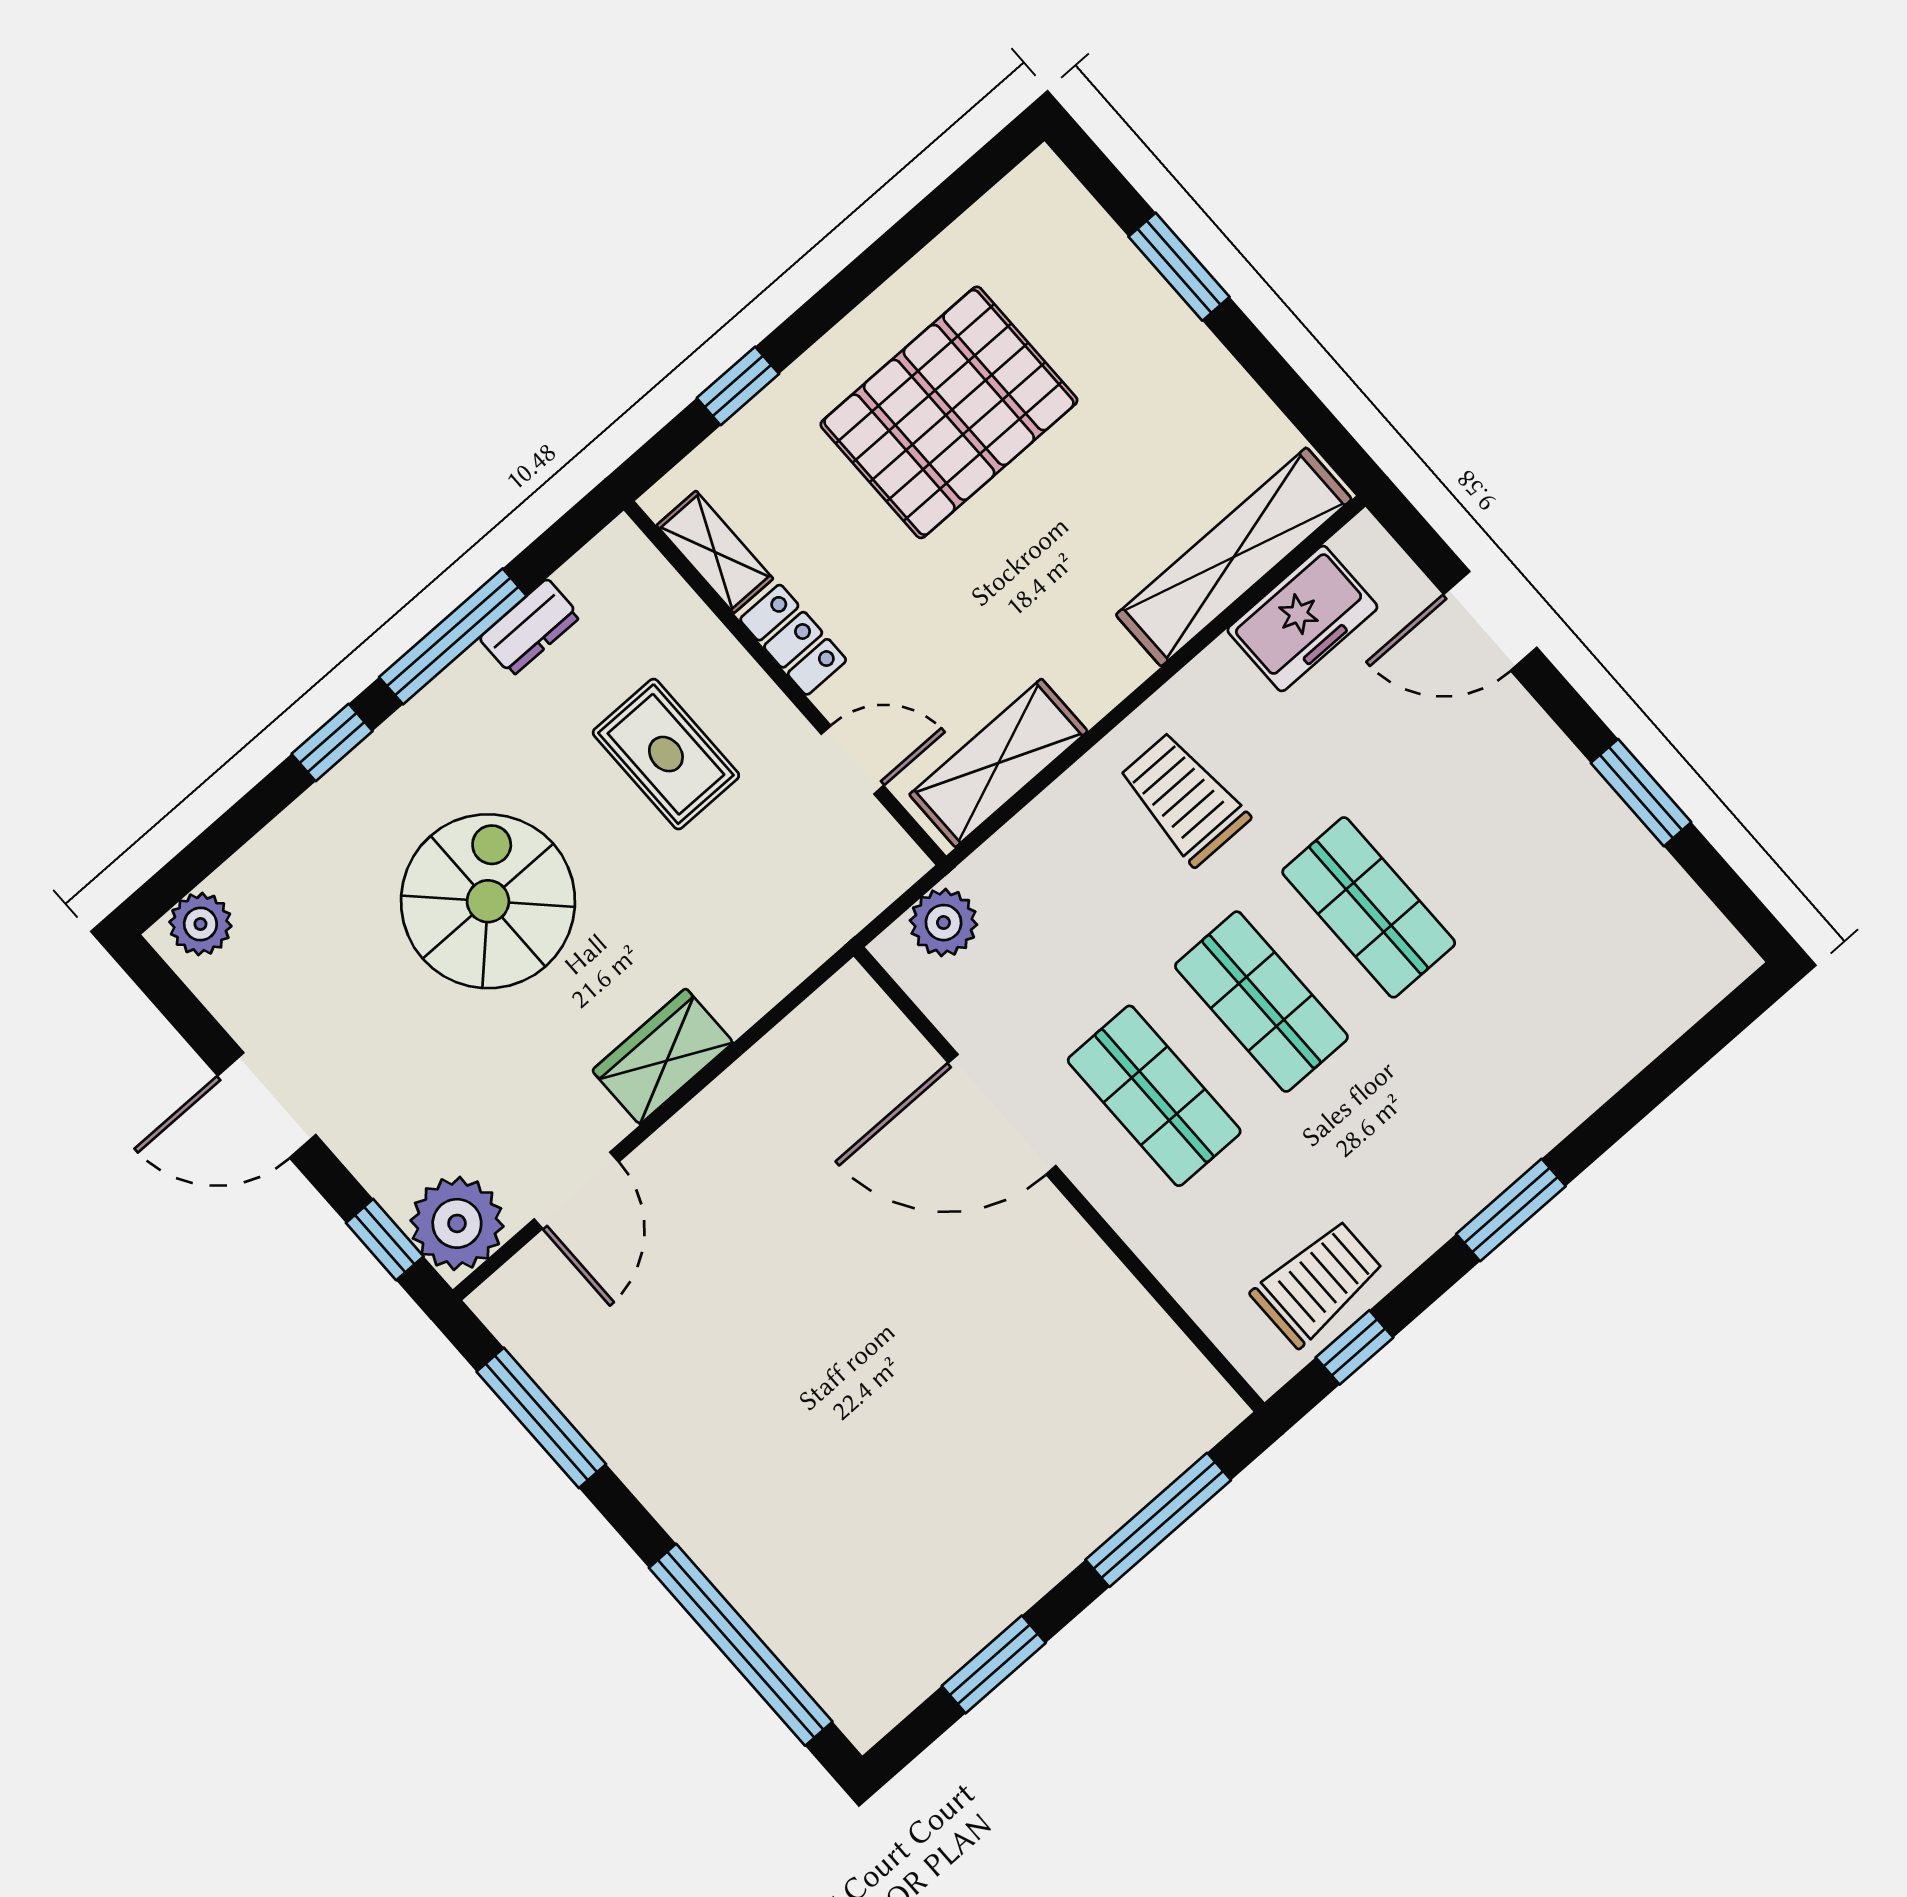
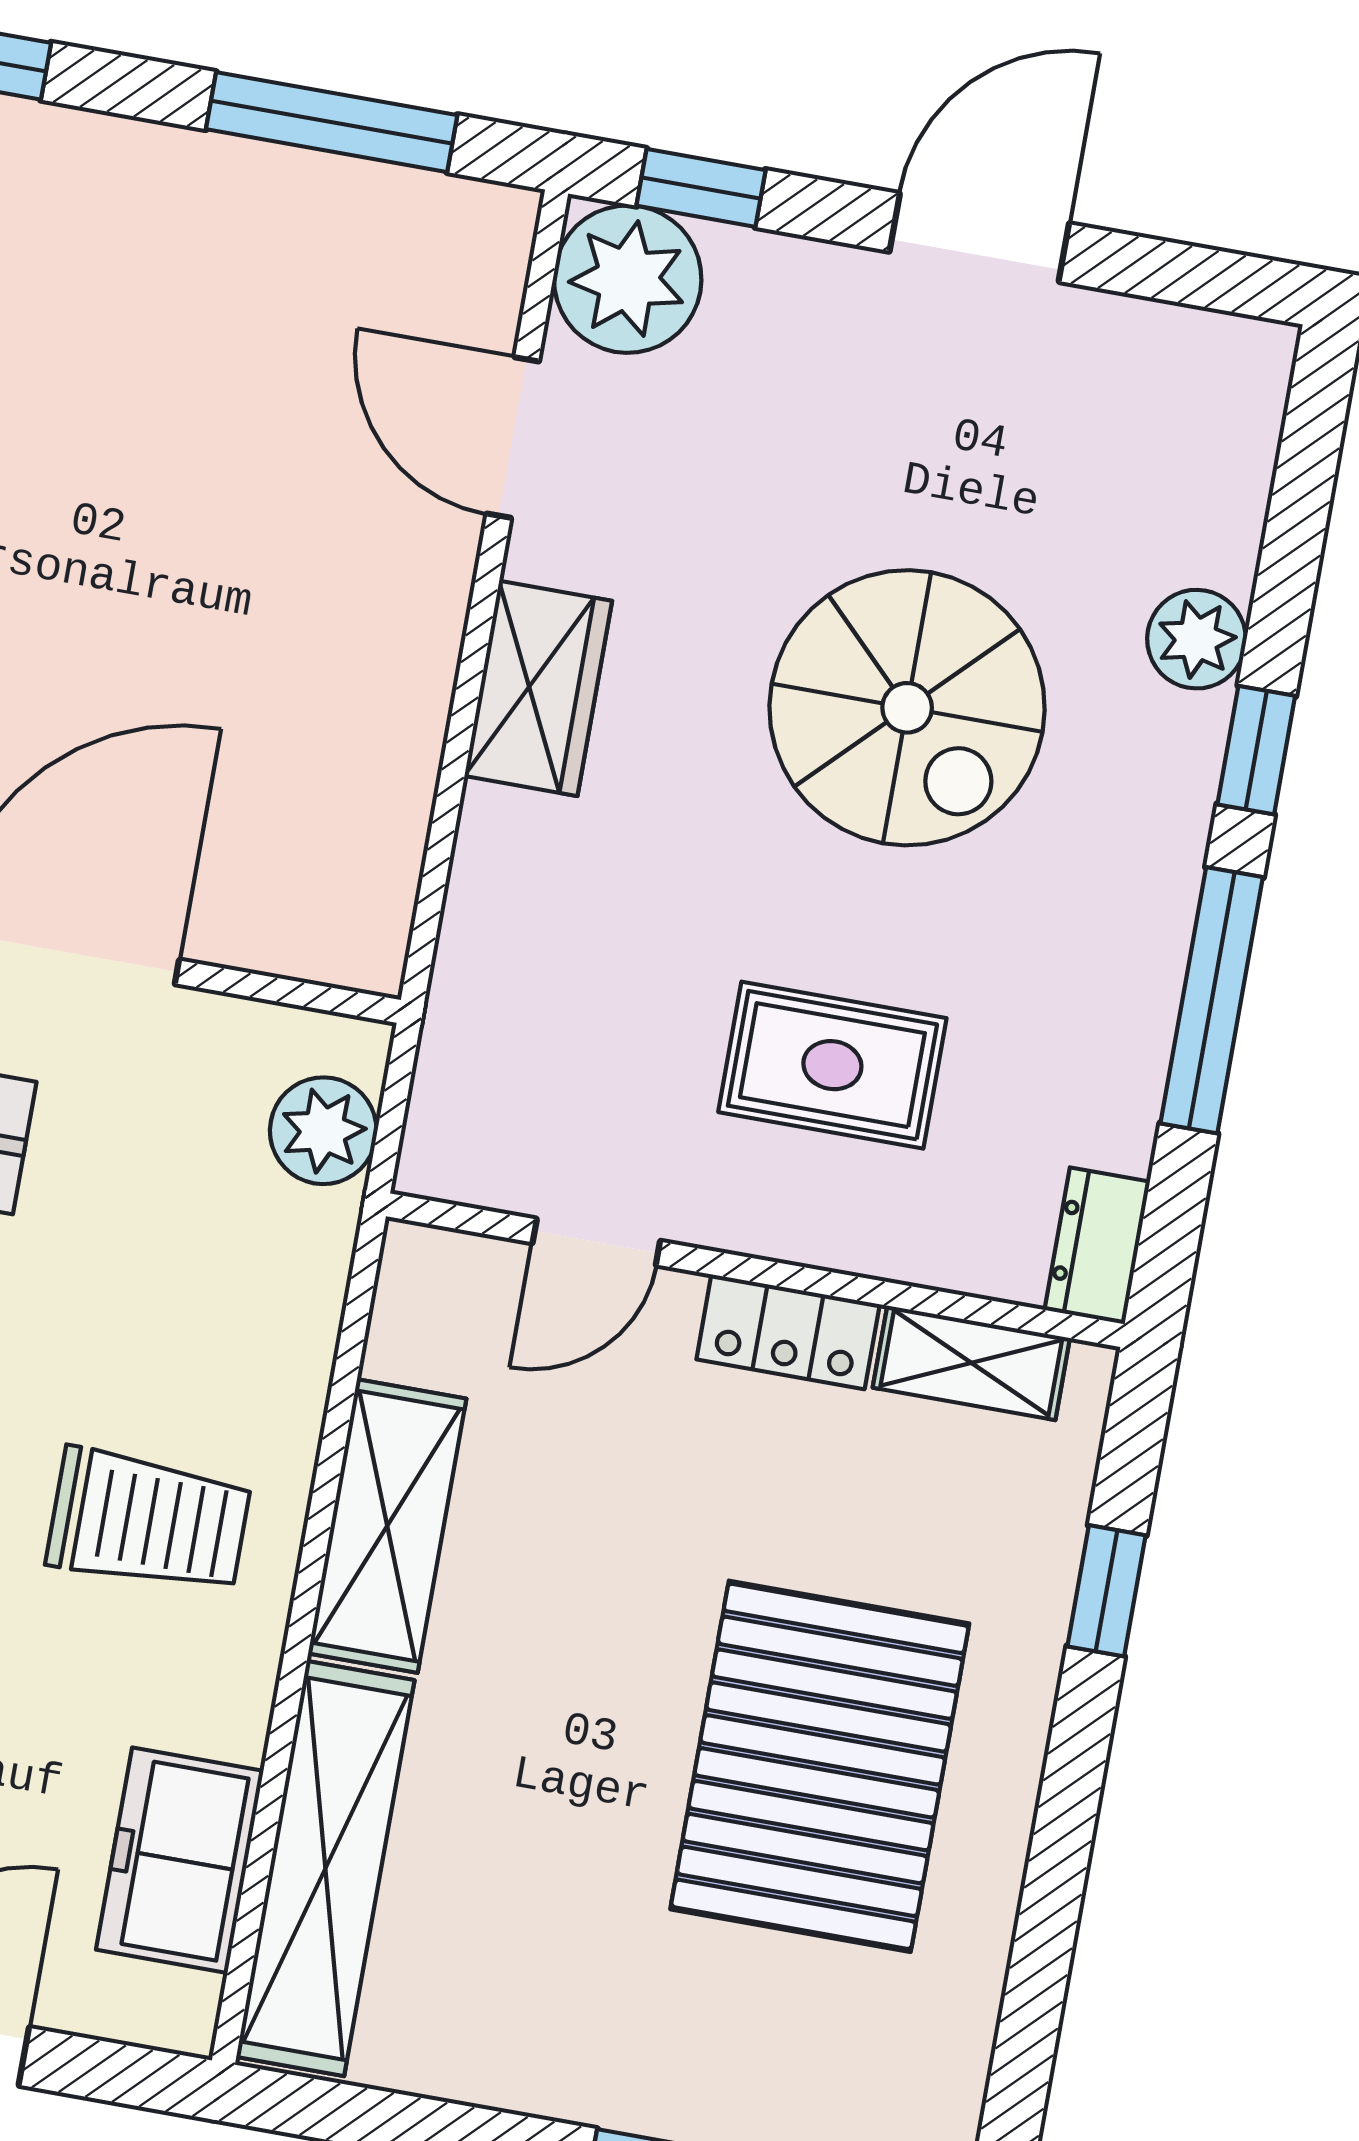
dresser: (530, 627) -> (1097, 1246), moved
shelving: (998, 763) -> (387, 1526), moved
plant: (200, 924) -> (1197, 639), moved

